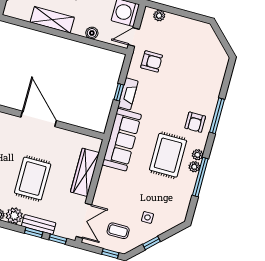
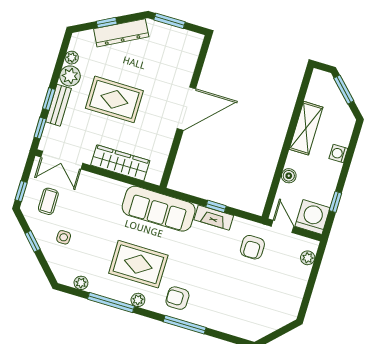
plant: (194, 167) -> (81, 283), moved

